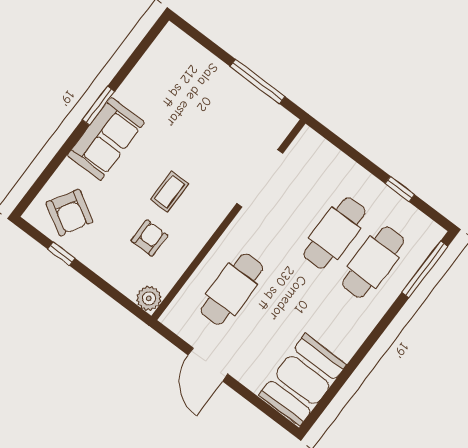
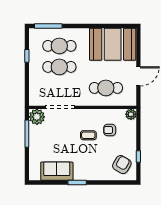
plant: (274, 123) -> (37, 117), added
sofa: (106, 139) -> (57, 171), moved
booth: (303, 380) -> (113, 44), width x1.36, depth x1.42

